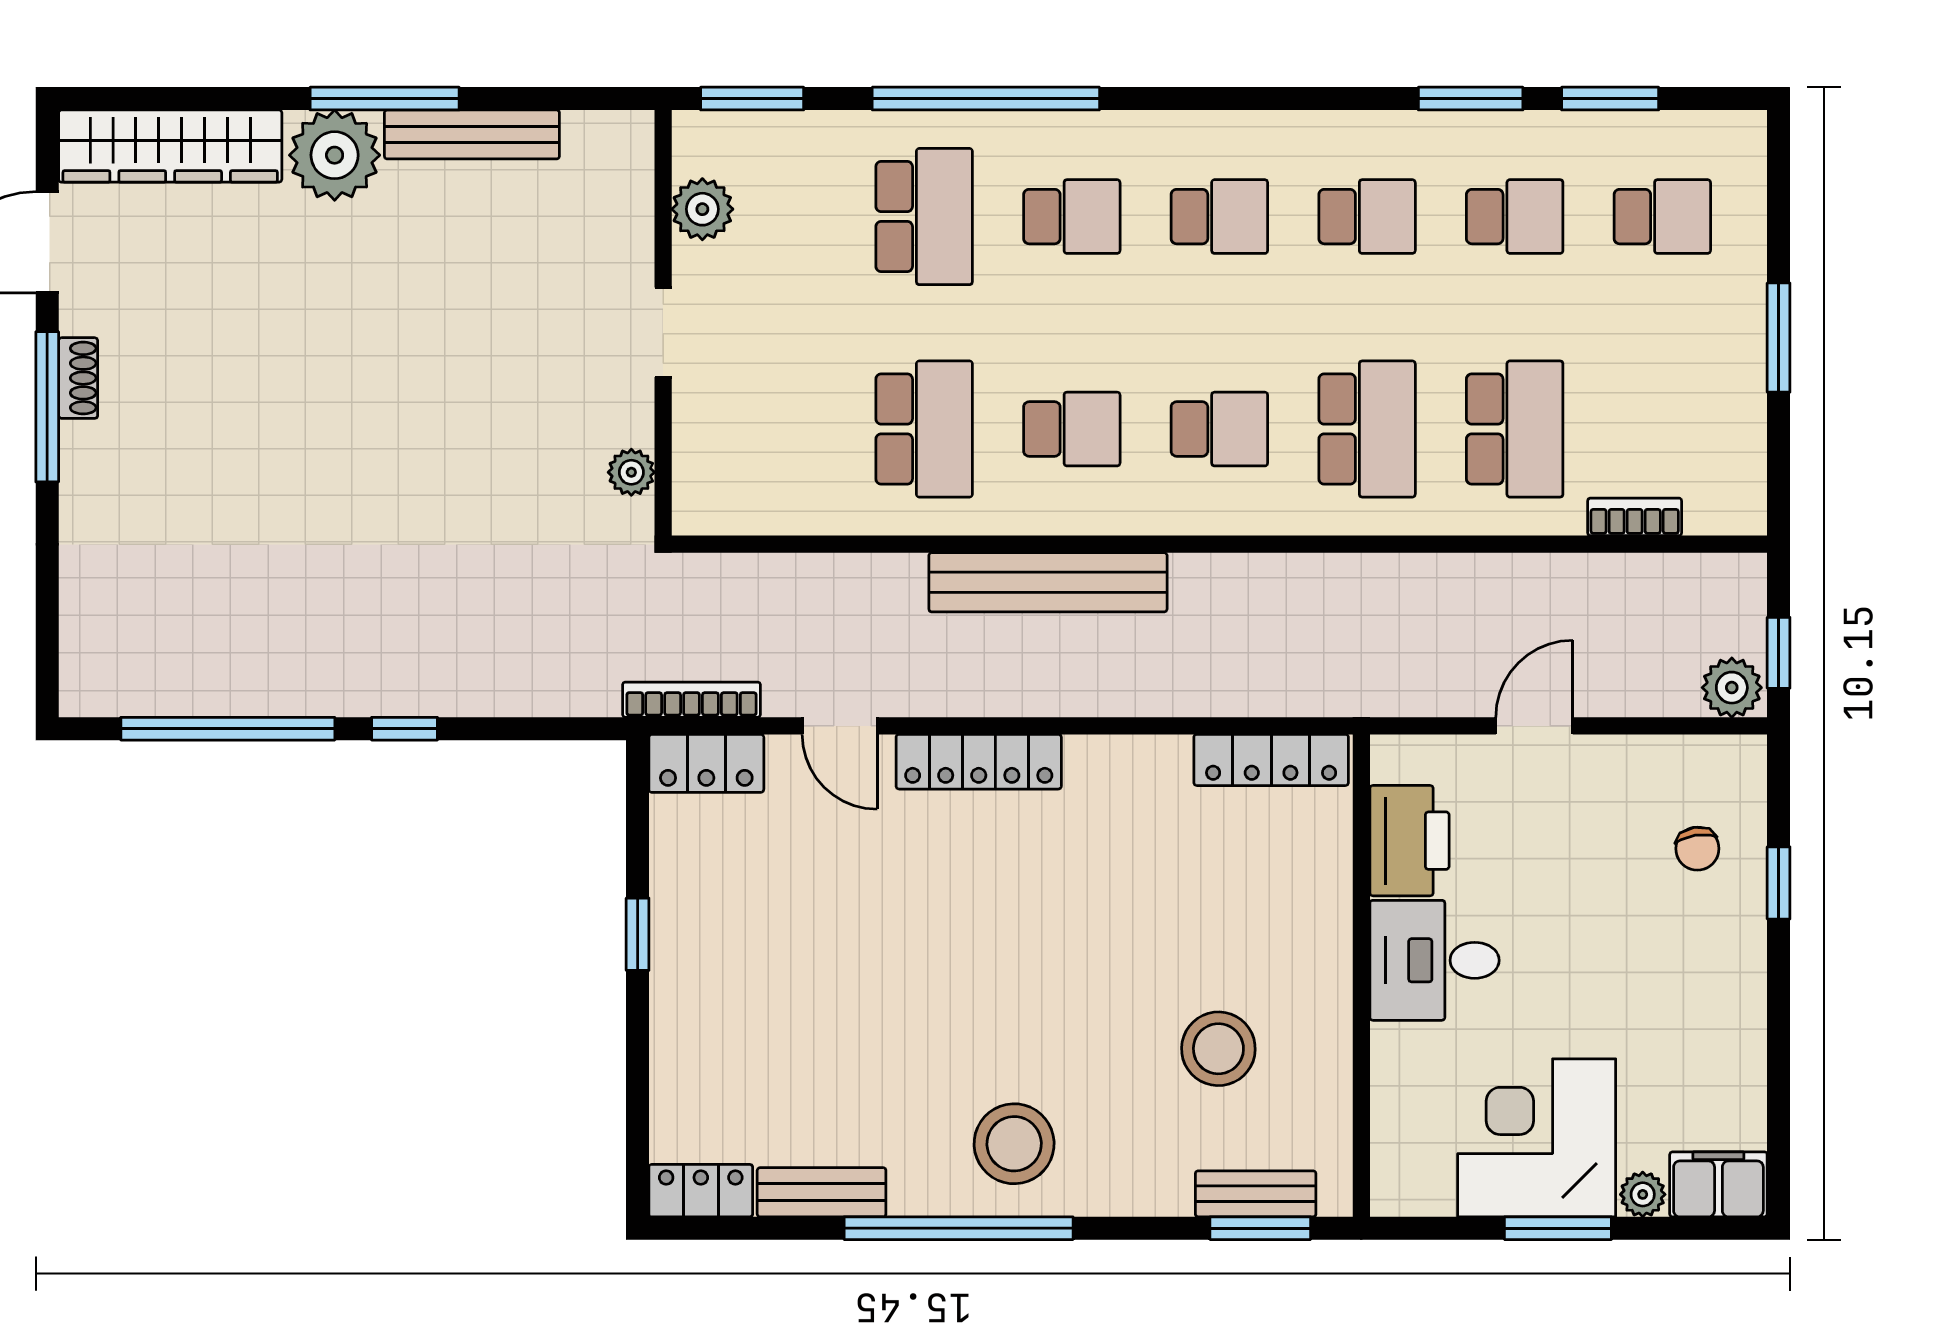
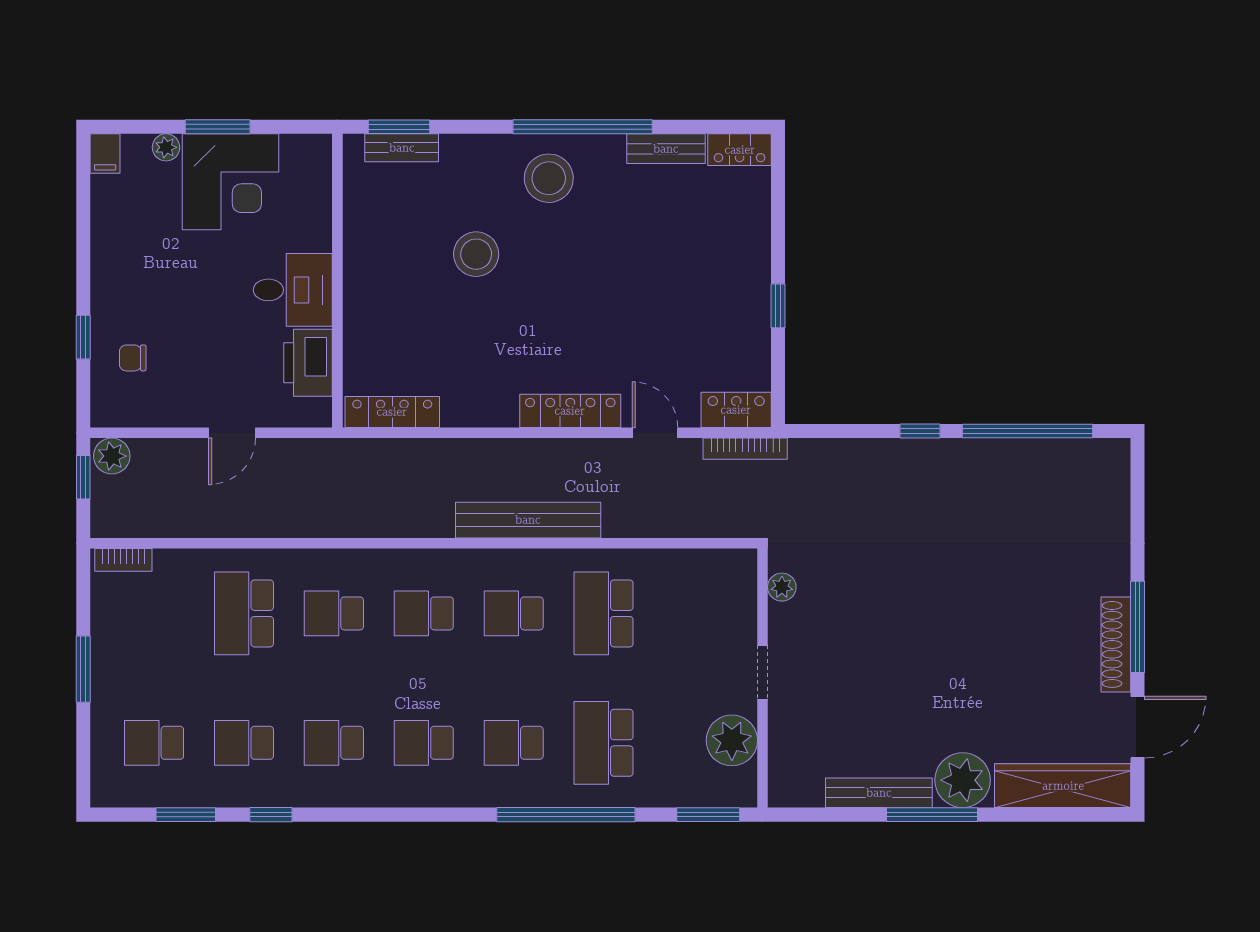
window: (1471, 99) -> (271, 815), width x0.67
plant: (702, 209) -> (732, 740), width x1.36, depth x1.36
shoe rack: (78, 378) -> (1116, 644), width x1.94, depth x1.24
school desk: (1367, 429) -> (334, 613), width x0.54
bookcase: (1635, 517) -> (123, 560), moved
chair: (1697, 849) -> (133, 358), turned -81
stool: (1218, 1049) -> (476, 254), moved
filing cabinet: (1718, 1184) -> (105, 153), width x0.50

